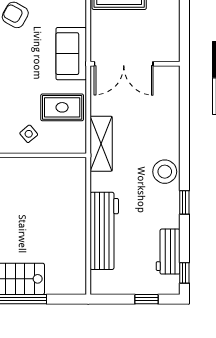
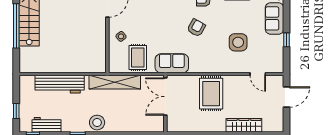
shelving: (101, 144) -> (115, 82), width x1.47

